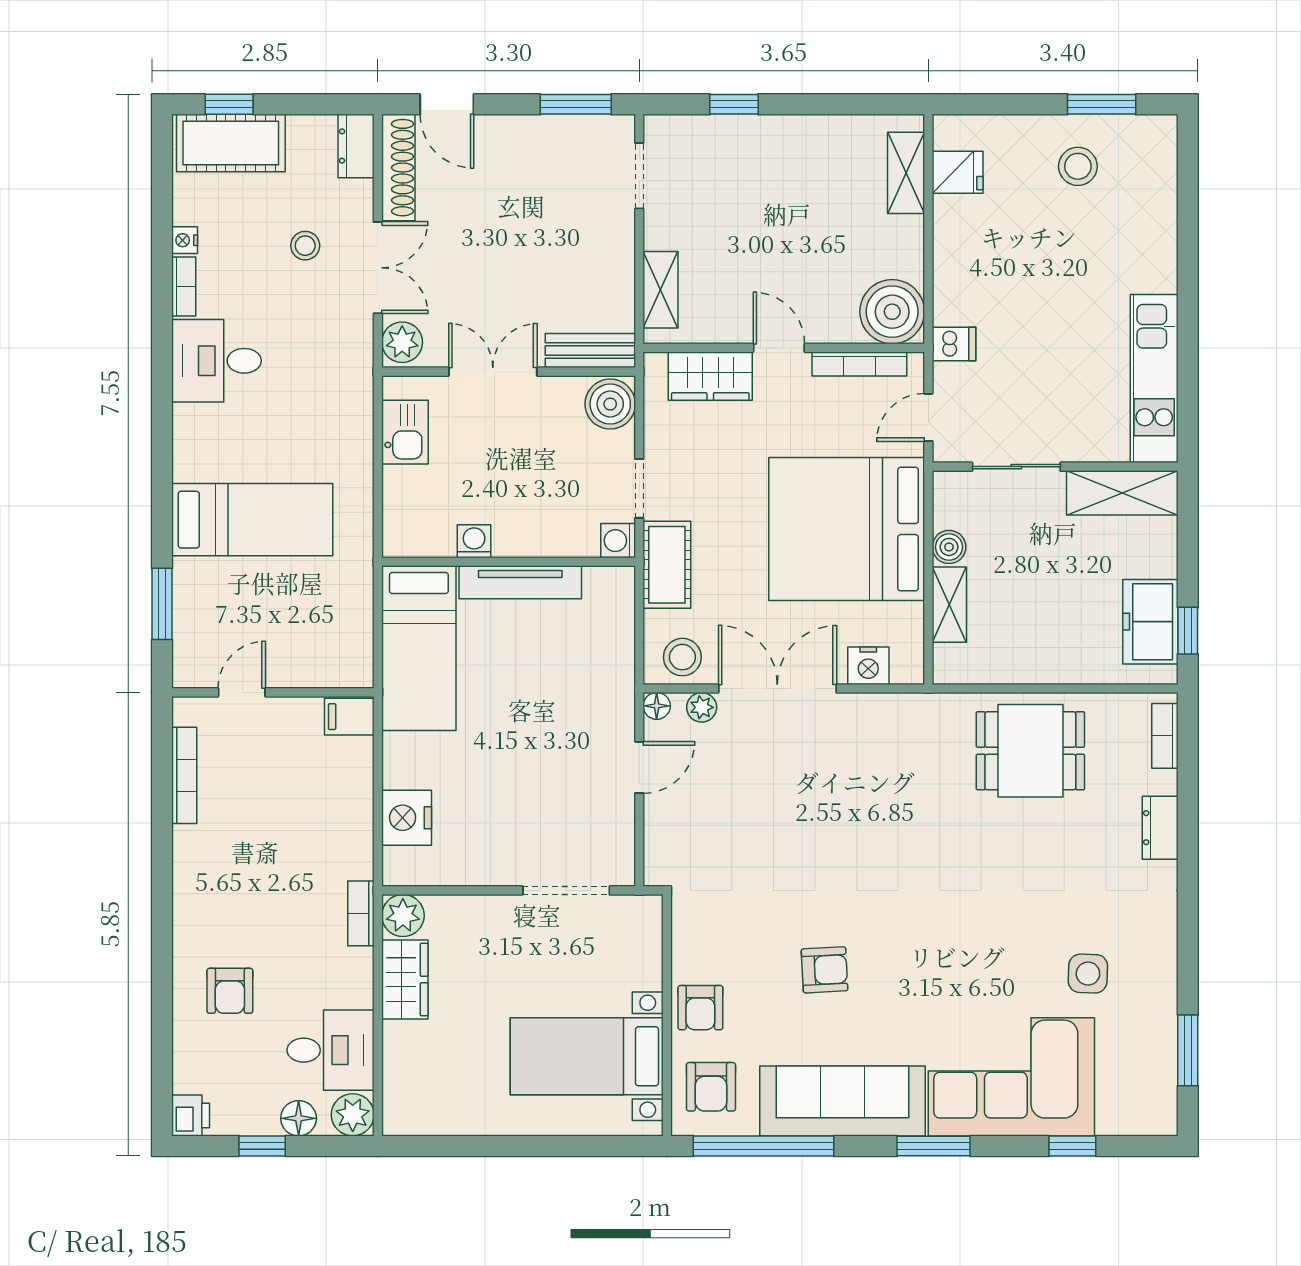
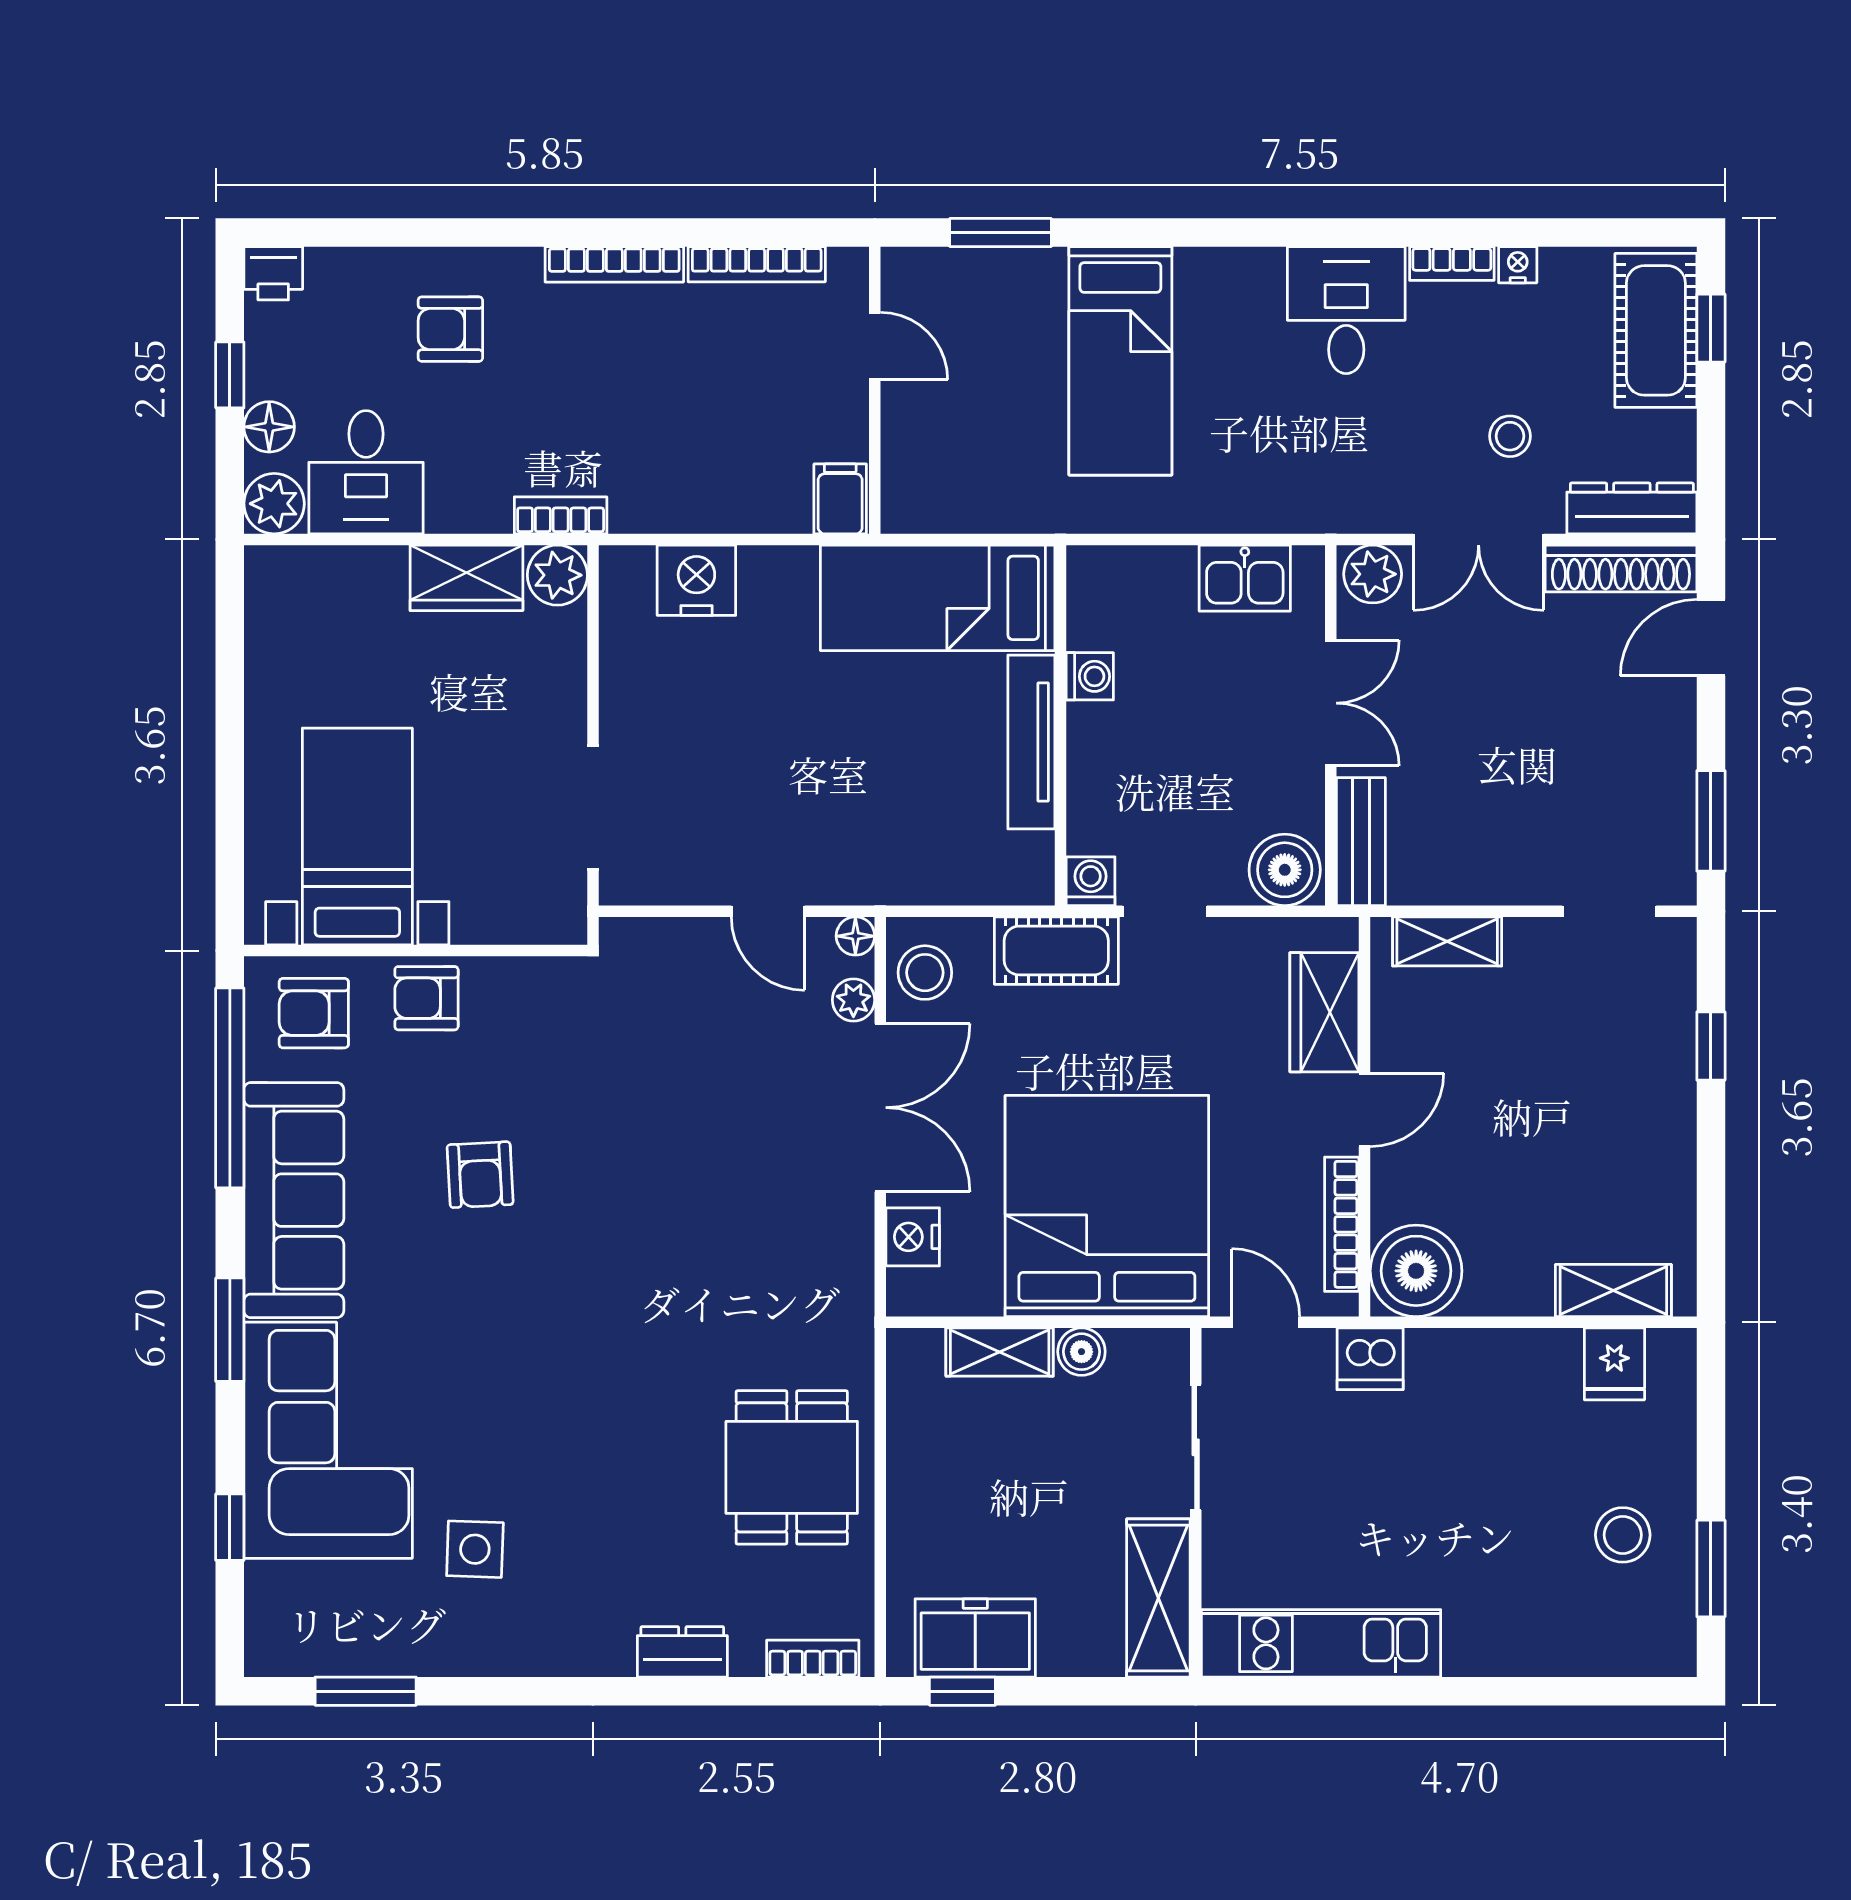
dresser: (356, 146) -> (1632, 508), width x1.44
dishwasher: (954, 344) -> (1370, 1359), width x1.38
bookcase: (184, 876) -> (614, 264), added

